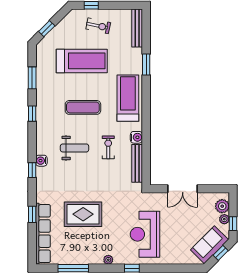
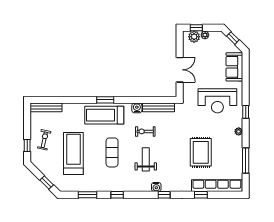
window: (146, 64) -> (105, 100), moved
window: (233, 224) -> (196, 28), moved
sofa: (209, 245) -> (234, 67), moved, turned 45

